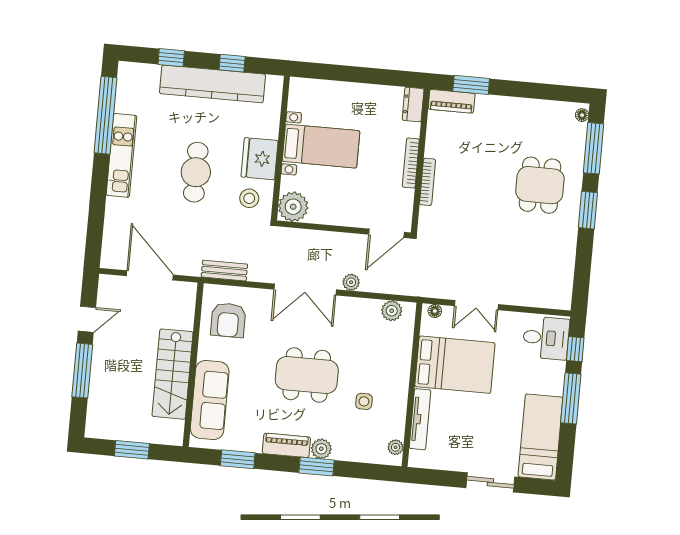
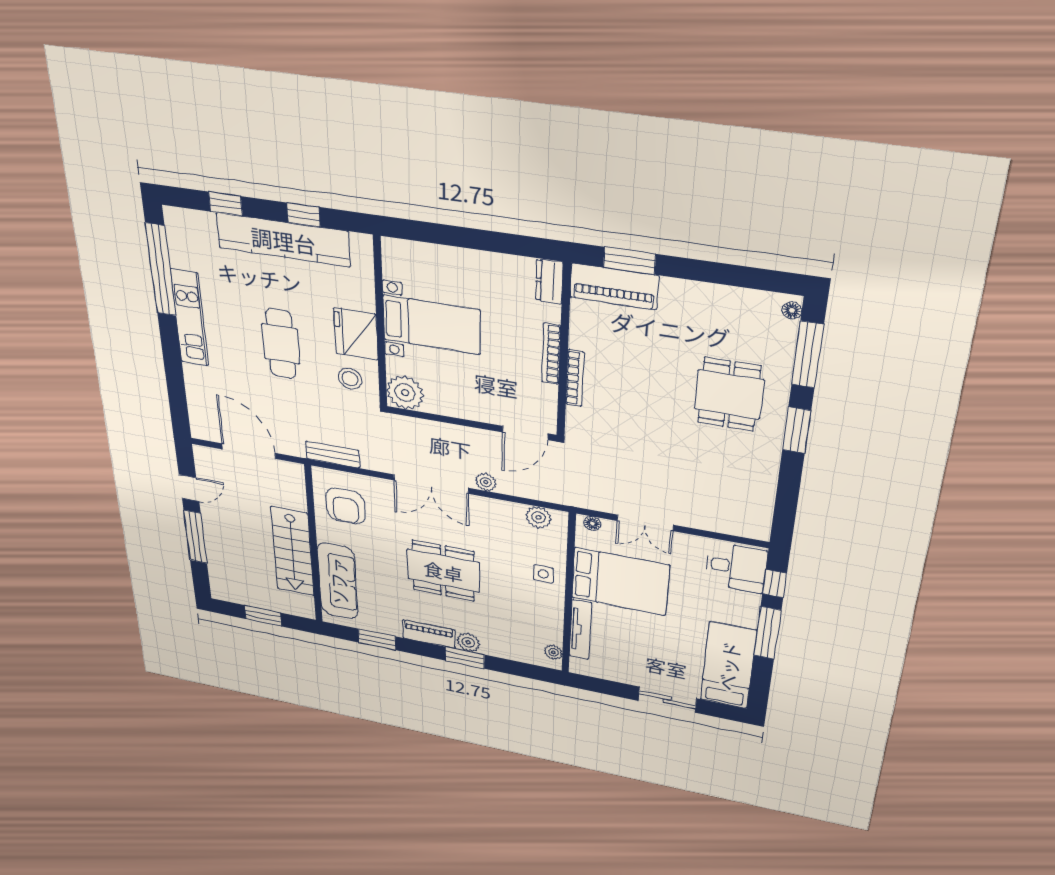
piano: (452, 101) -> (614, 286), width x1.37, depth x1.33
side table: (364, 401) -> (543, 574), moved

